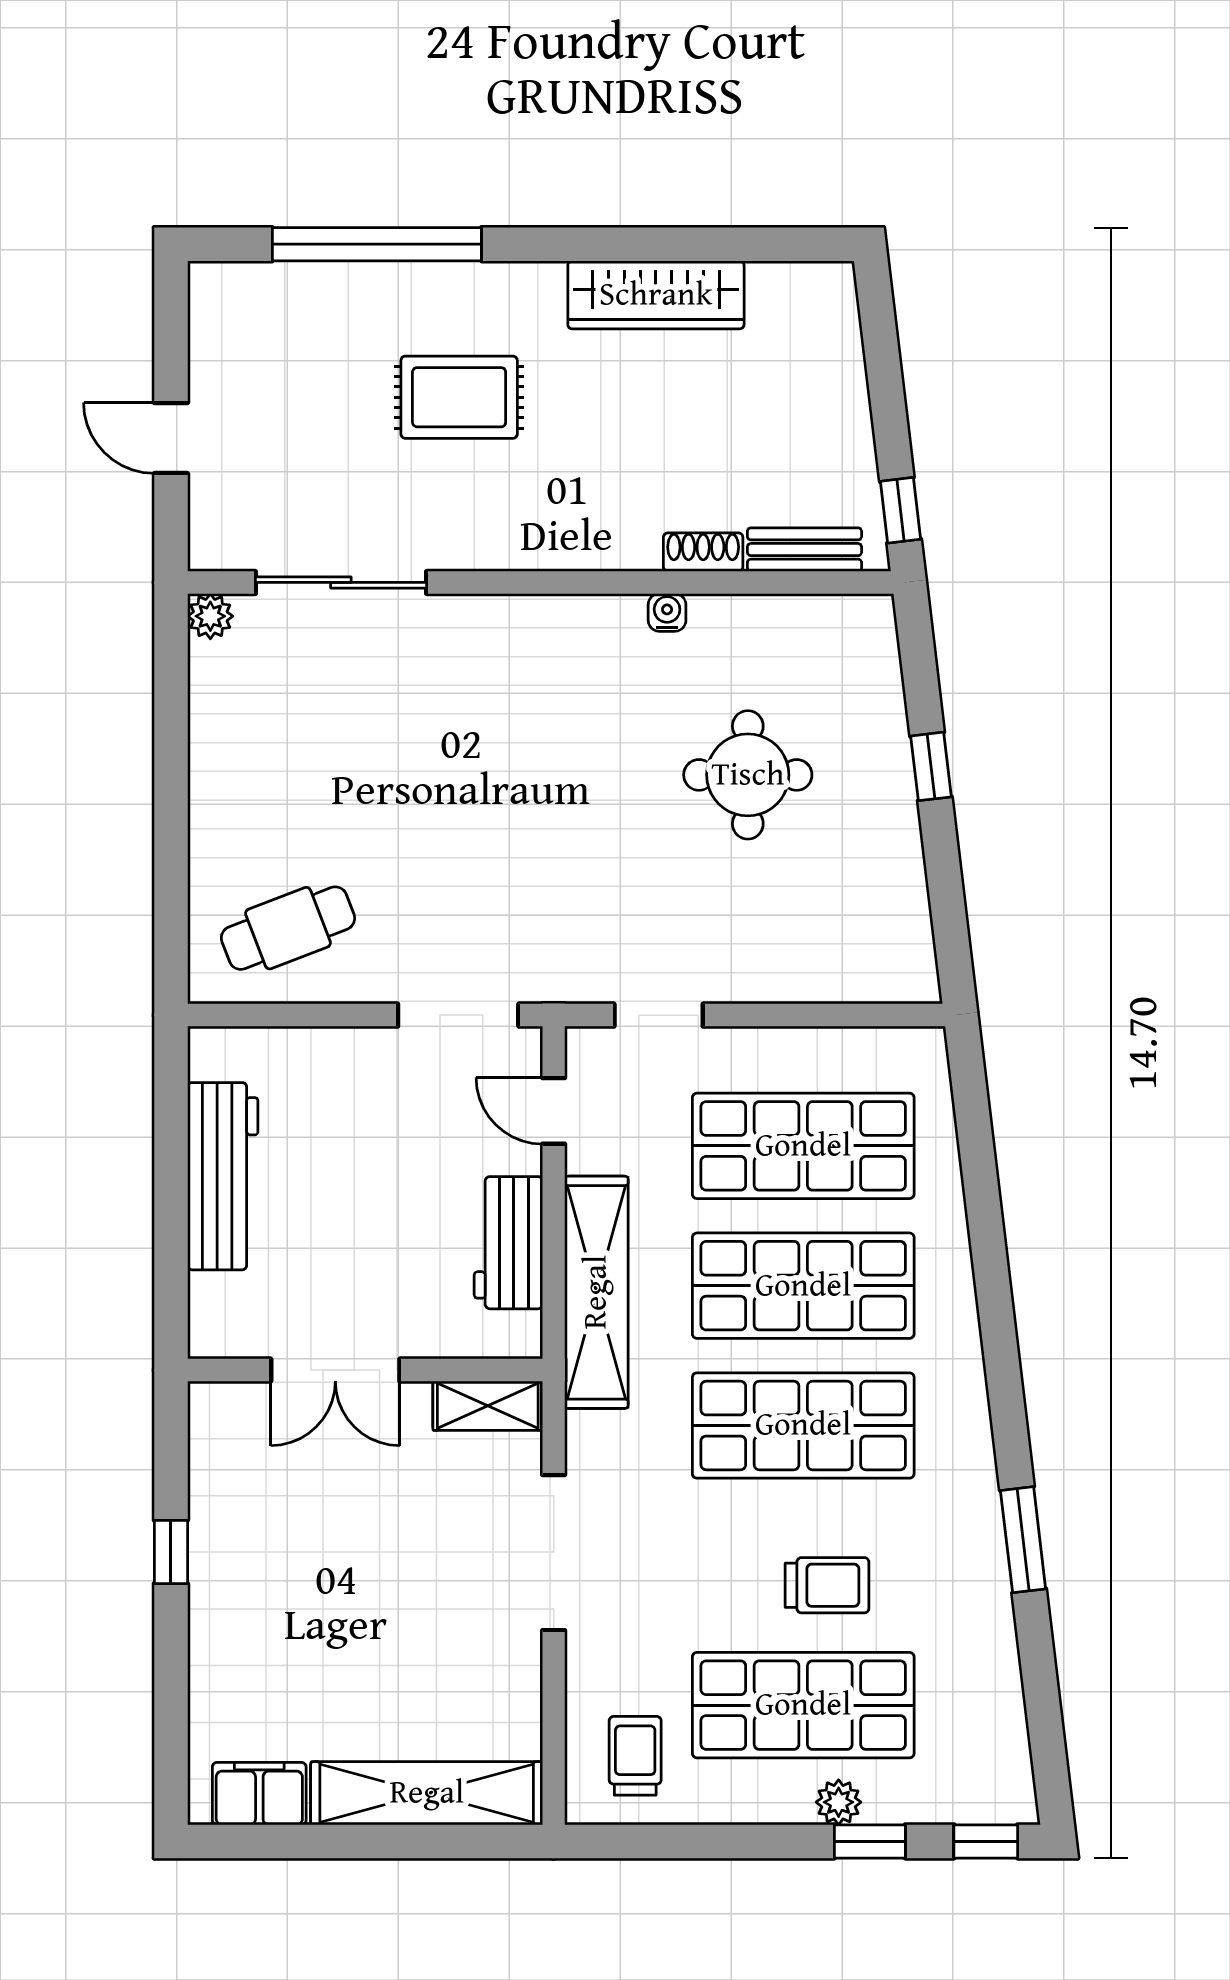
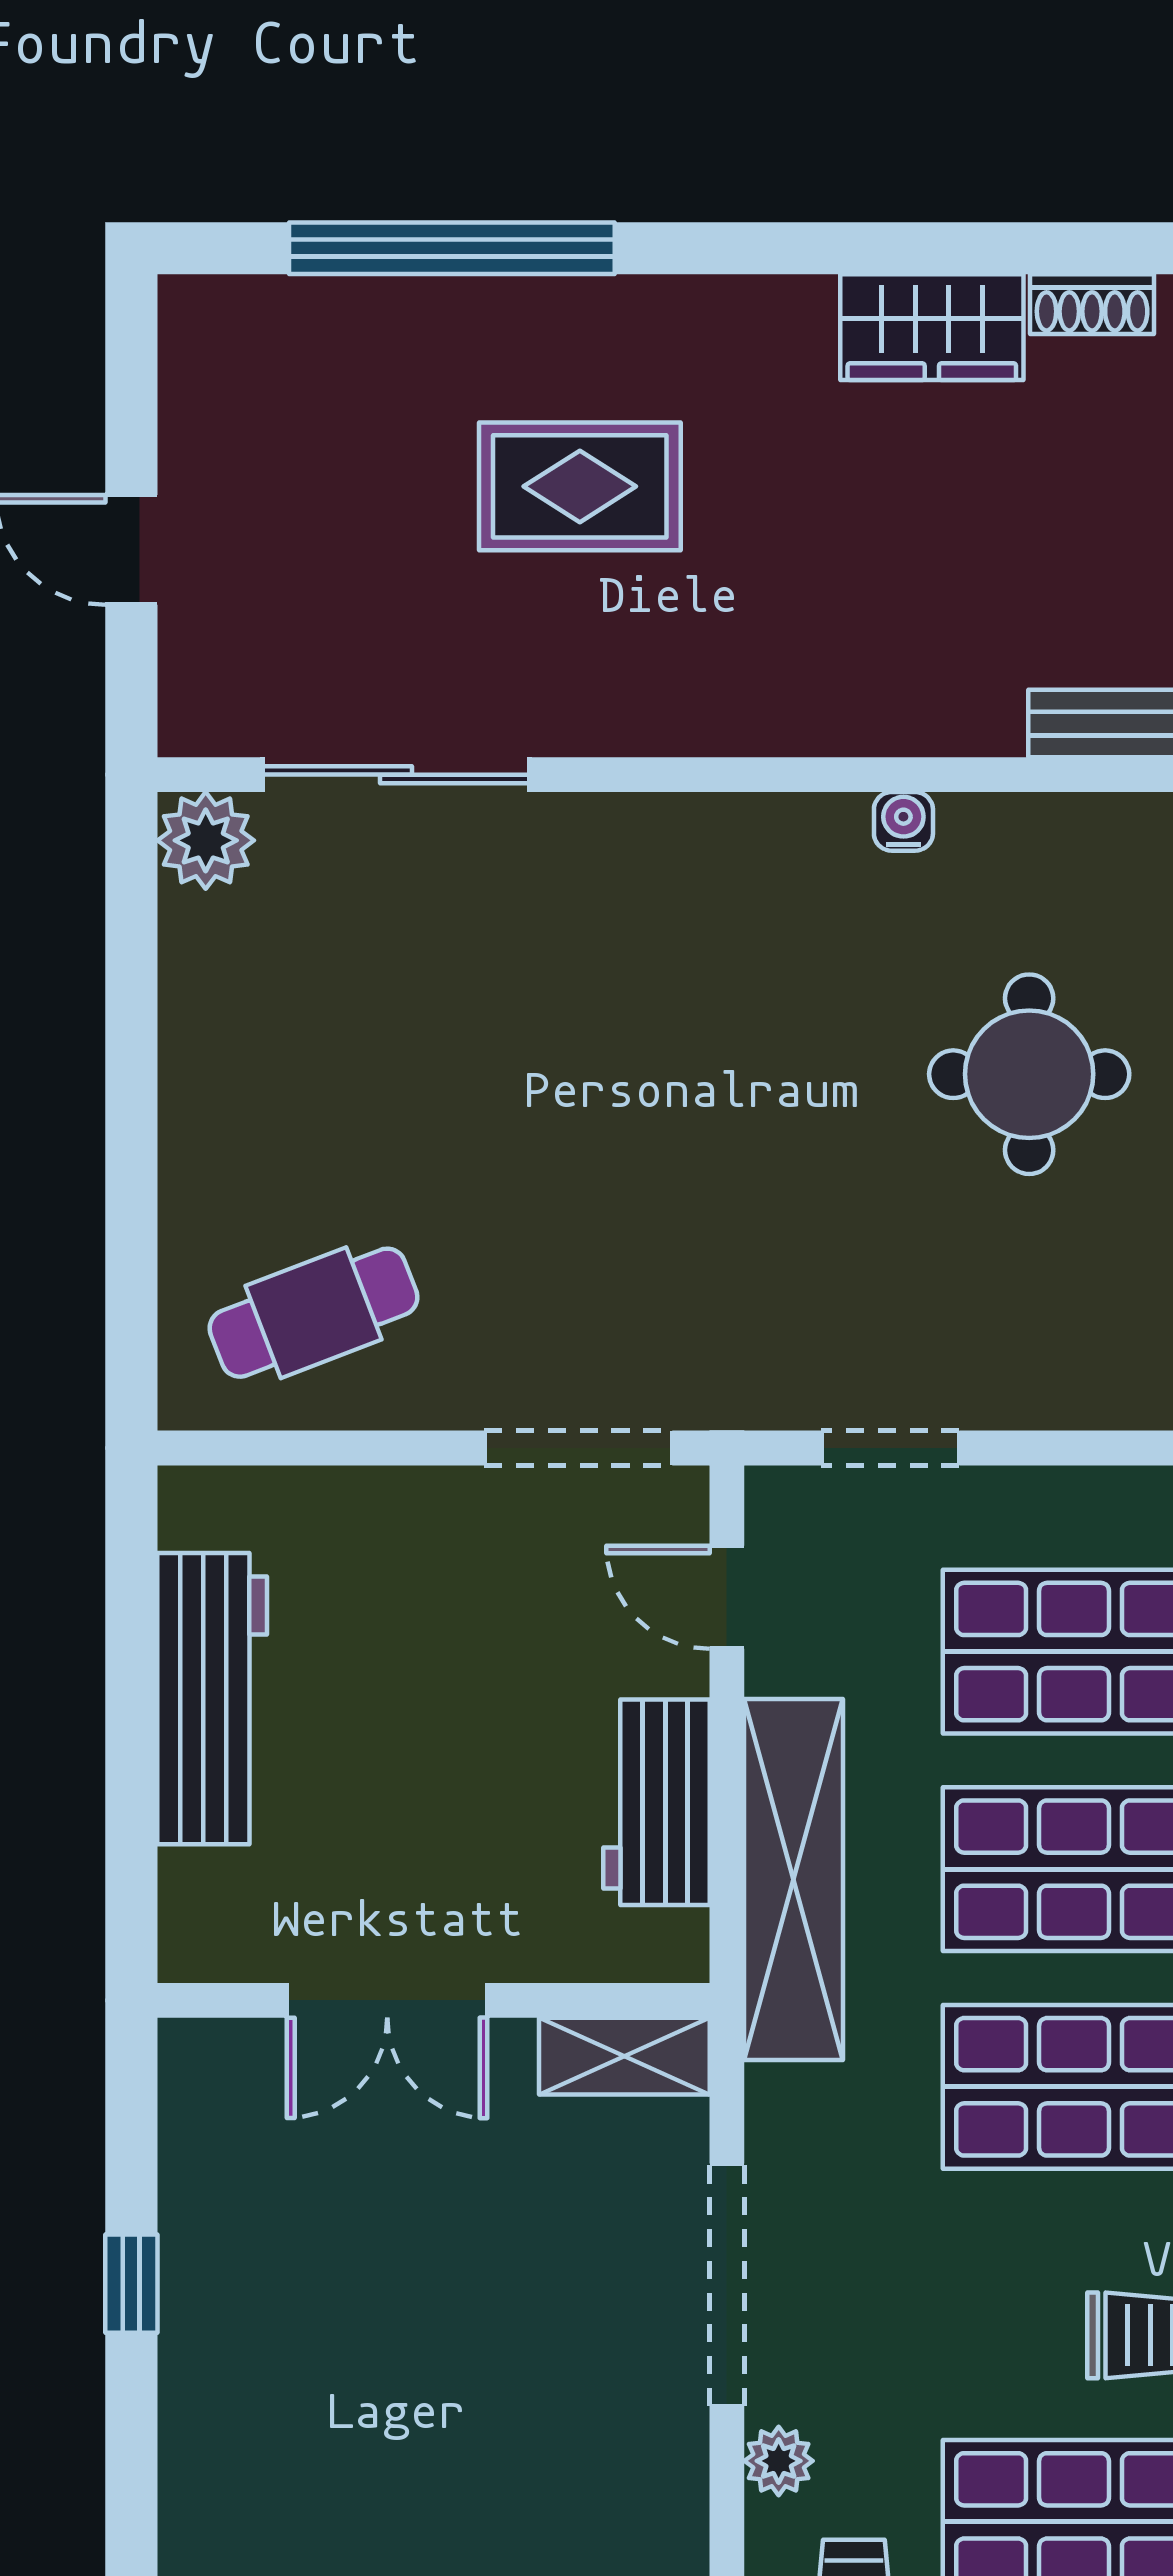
wardrobe: (656, 295) -> (932, 327), width x0.67
shoe rack: (703, 552) -> (1092, 304), moved, turned 180
plant: (210, 616) -> (206, 840), width x1.38, depth x1.38
plant: (587, 1666) -> (779, 2461), added

